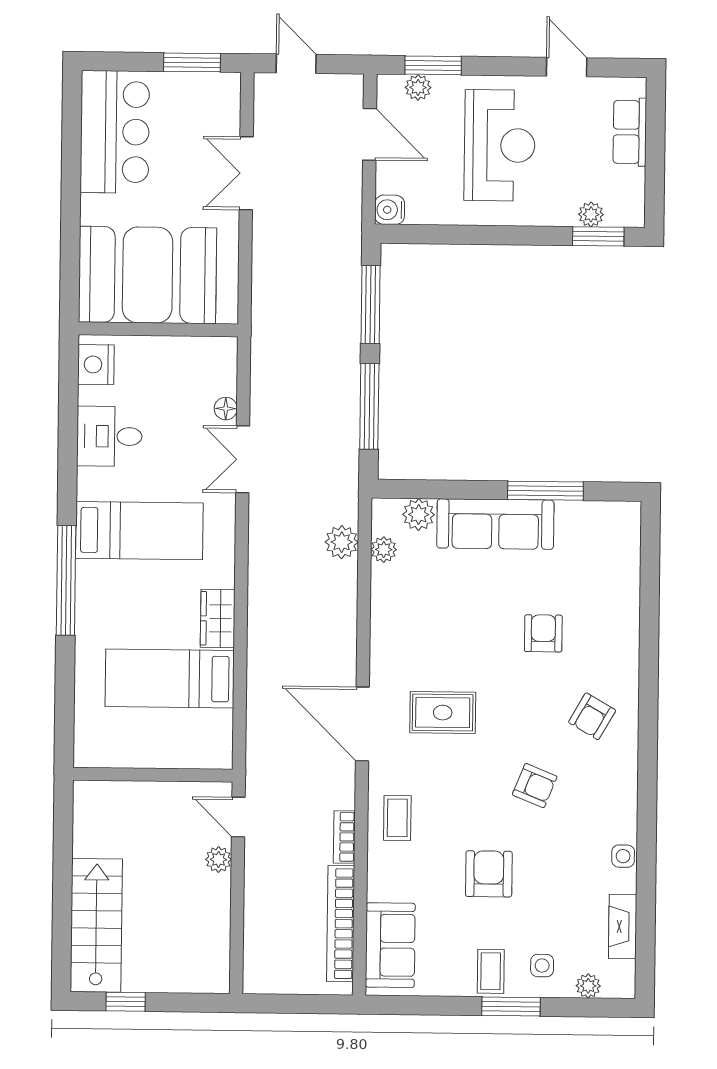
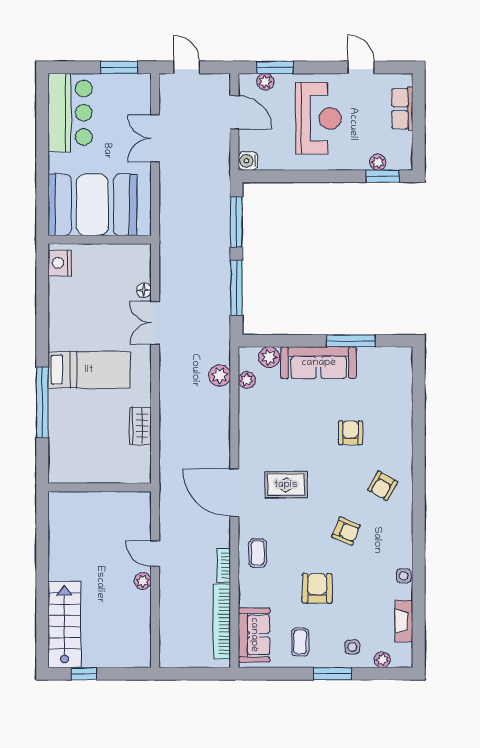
desk: (109, 436) -> (69, 309), removed
bed: (170, 678) -> (110, 465), removed
wall: (153, 775) -> (100, 487), moved
coffee table: (491, 971) -> (300, 642), moved

